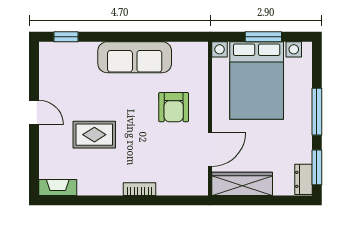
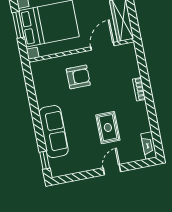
sofa: (135, 57) -> (54, 132), moved
door: (34, 112) -> (112, 170), moved
door: (210, 150) -> (102, 46), hinge flipped

